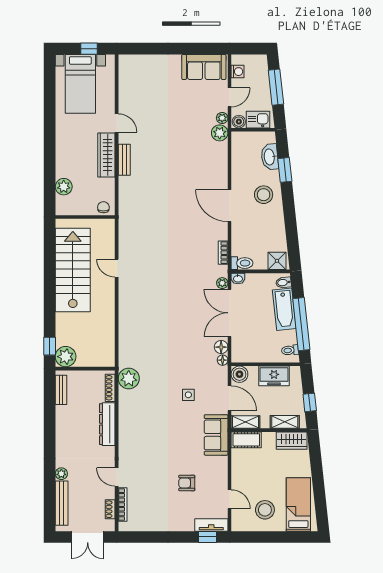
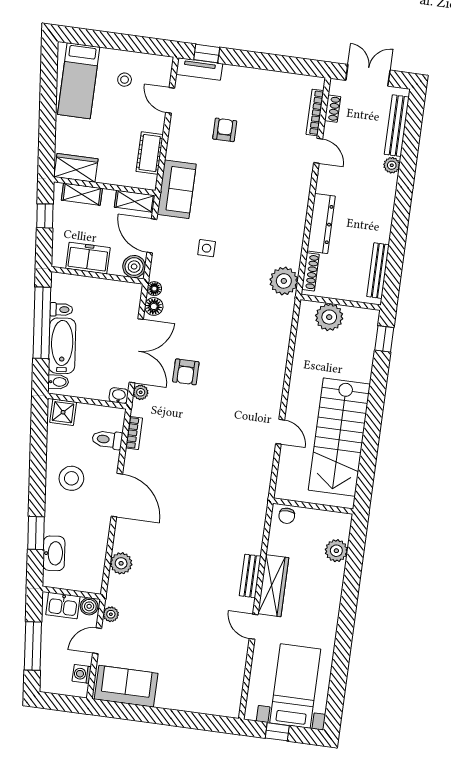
plant: (220, 133) -> (121, 563), moved
stool: (264, 195) -> (71, 478), moved
toilet: (242, 263) -> (107, 440), moved
armchair: (191, 302) -> (186, 372), added
toilet: (290, 350) -> (61, 310), moved
plant: (66, 357) -> (329, 317), moved
bench: (61, 390) -> (378, 271), width x1.36
cot: (246, 440) -> (150, 153), moved, turned 90
armchair: (187, 483) -> (225, 130), turned -90
stool: (265, 510) -> (125, 80), width x0.53, depth x0.53

